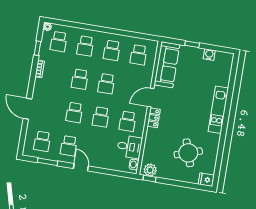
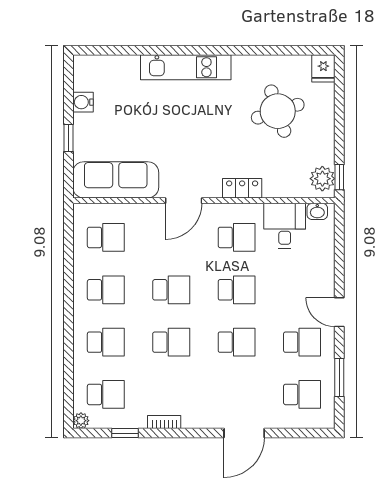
door: (151, 97) -> (184, 201), hinge flipped
locker: (154, 118) -> (242, 188), moved
door: (81, 167) -> (339, 312), hinge flipped

